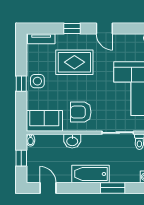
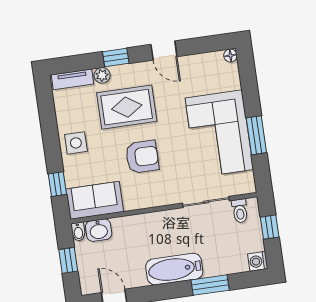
plant: (61, 39) -> (102, 75), added
window: (21, 84) -> (57, 184), moved
armchair: (81, 112) -> (142, 157), moved, turned 180
washbasin: (72, 141) -> (99, 230), moved

